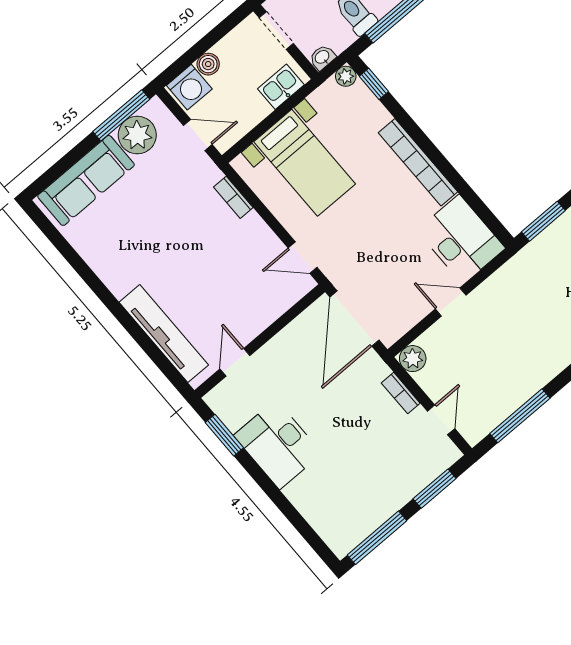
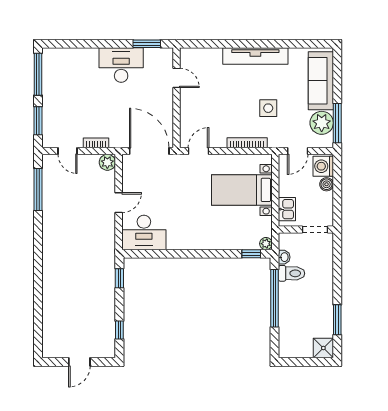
washbasin: (322, 57) -> (284, 257), moved
bookcase: (418, 162) -> (197, 243), removed
bookcase: (233, 197) -> (247, 143), width x1.56
side table: (176, 217) -> (268, 108), added
window: (543, 221) -> (119, 278), width x0.67
tv unit: (164, 334) -> (255, 56), moved

